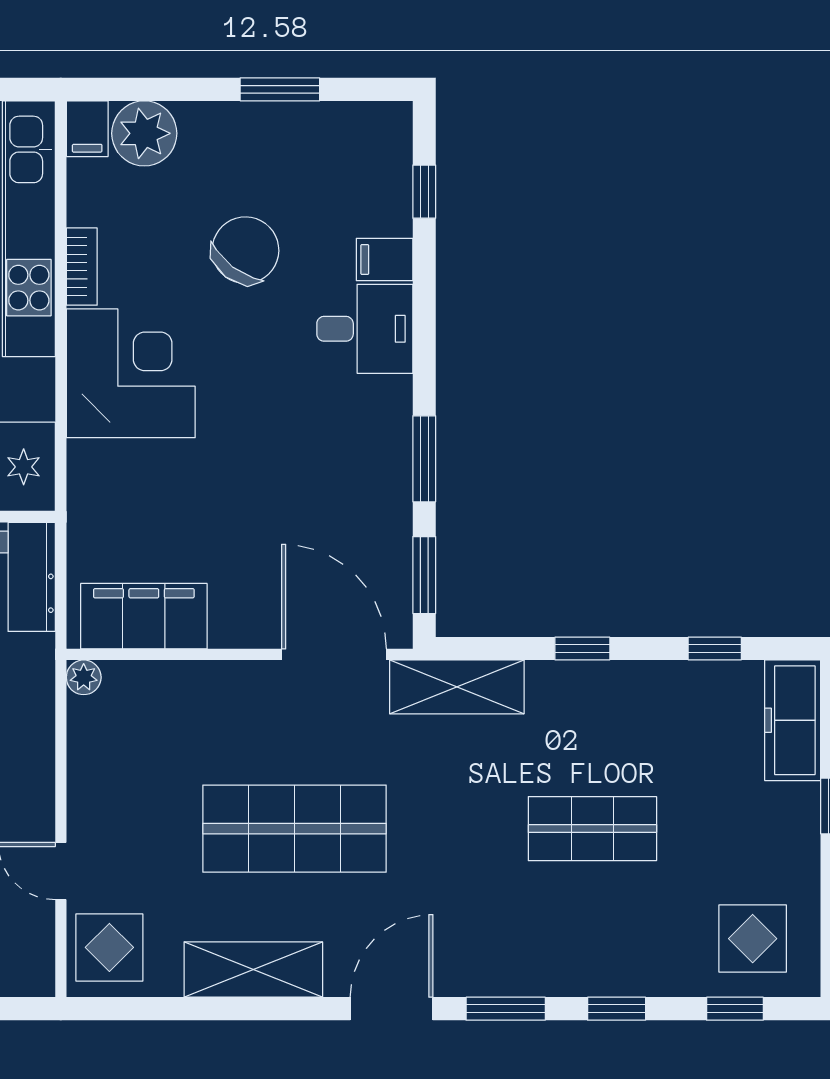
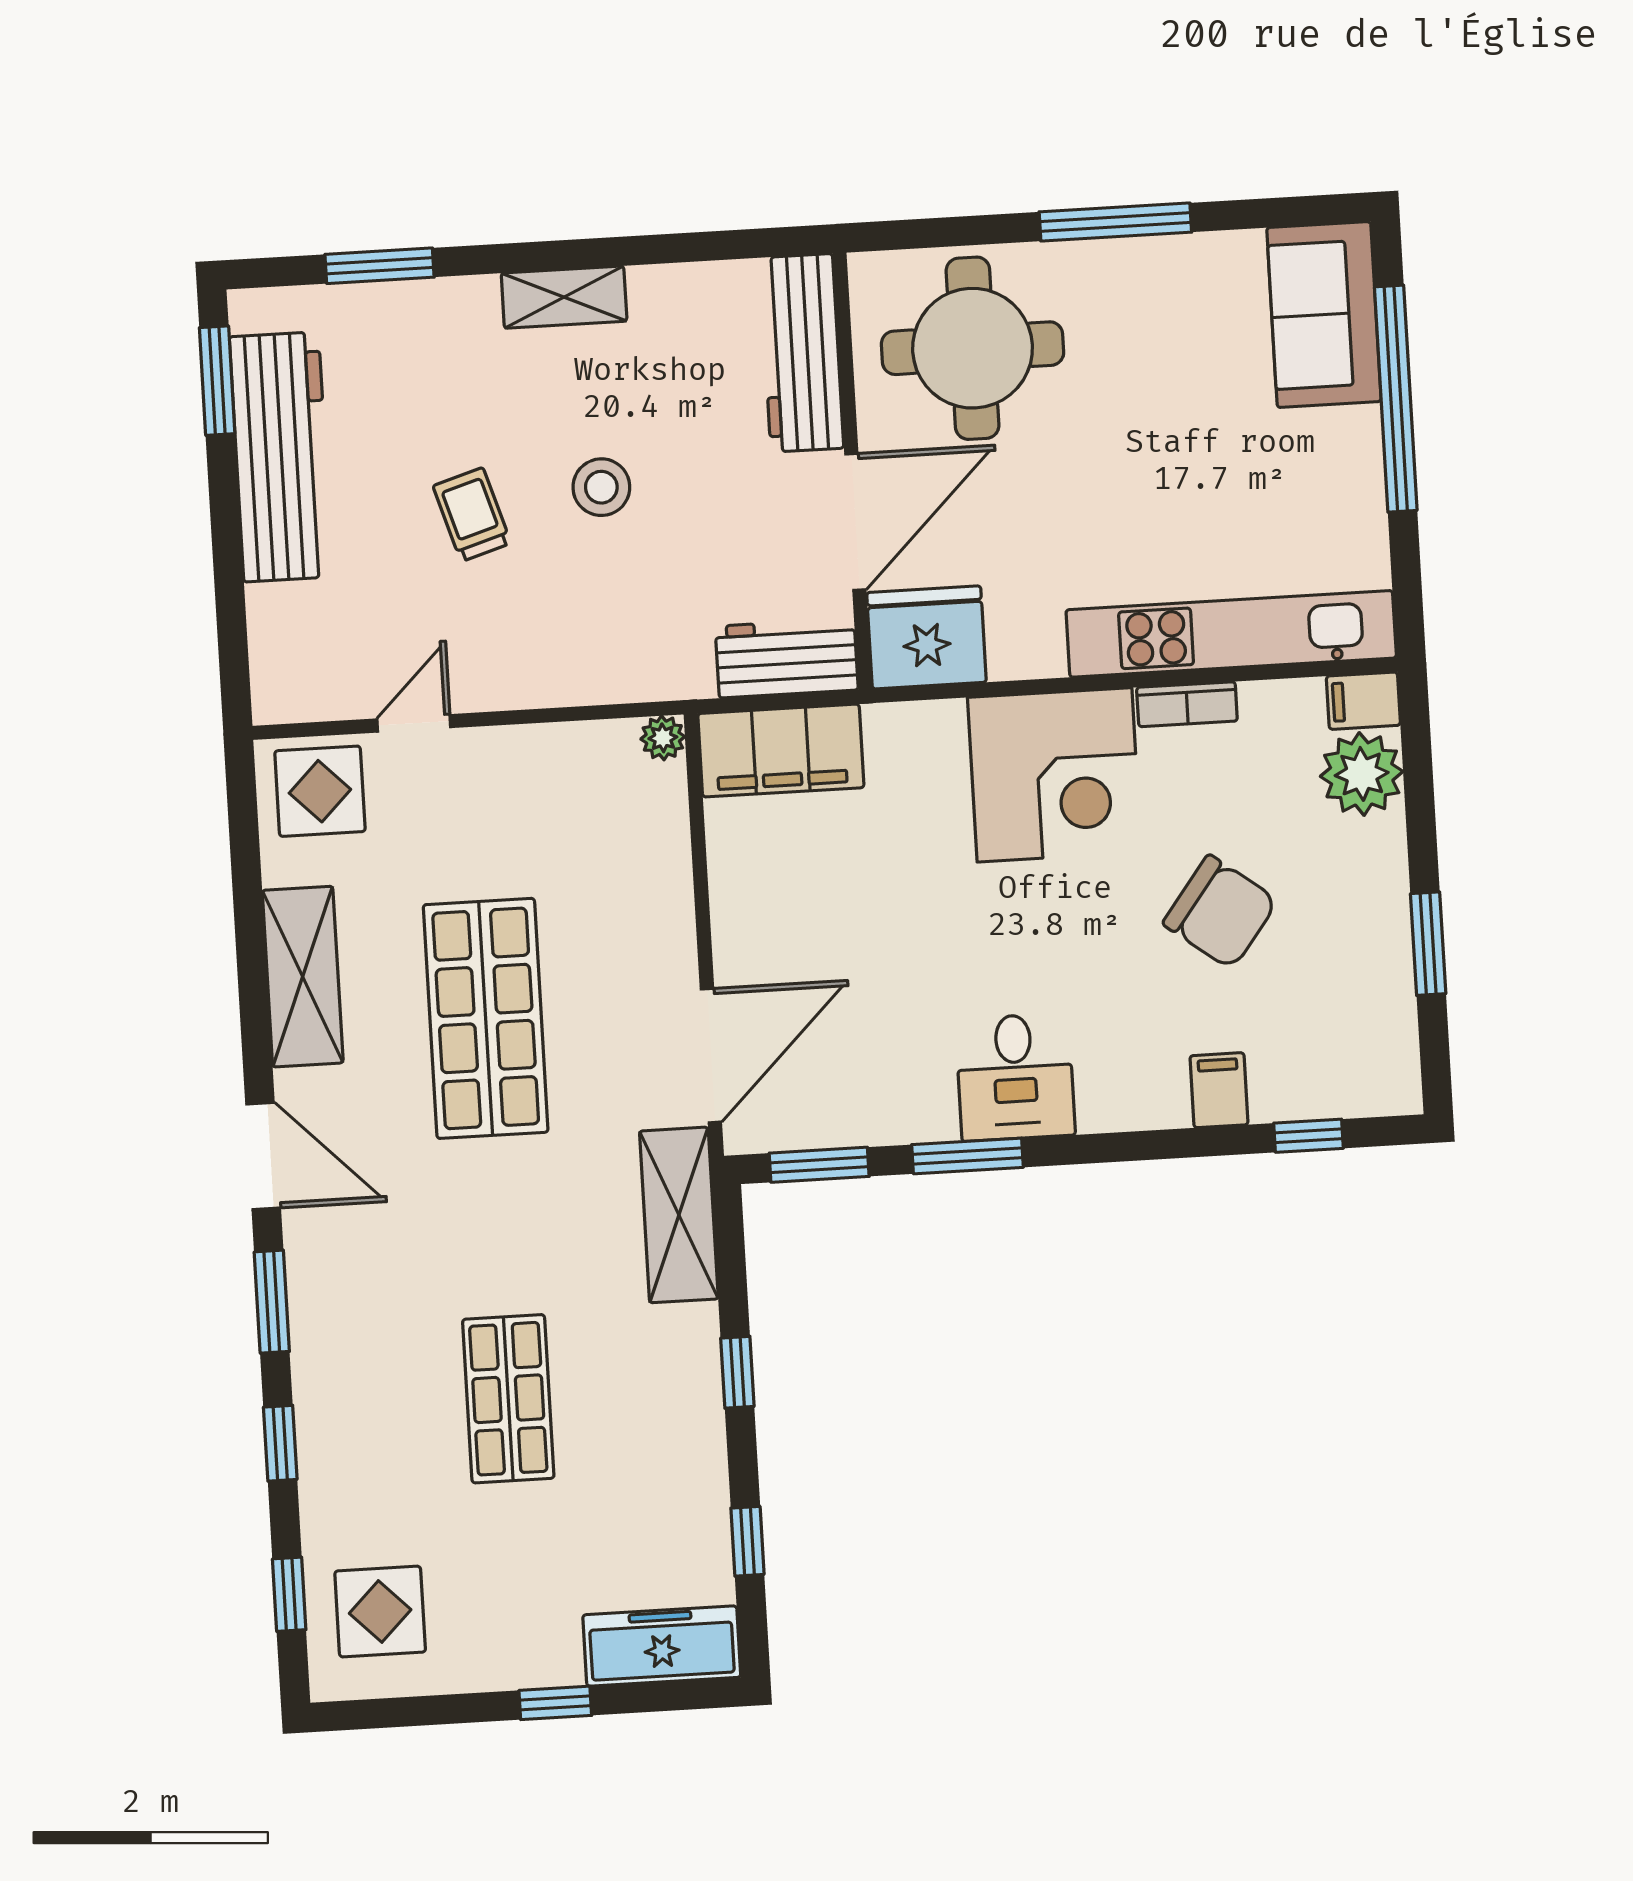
desk: (365, 329) -> (1015, 1077), moved
filing cabinet: (144, 616) -> (781, 751), moved, turned 90

